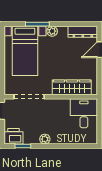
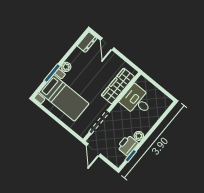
dresser: (83, 32) -> (87, 42), width x0.70
desk: (84, 113) -> (137, 101), moved
printer: (13, 136) -> (128, 145), moved

